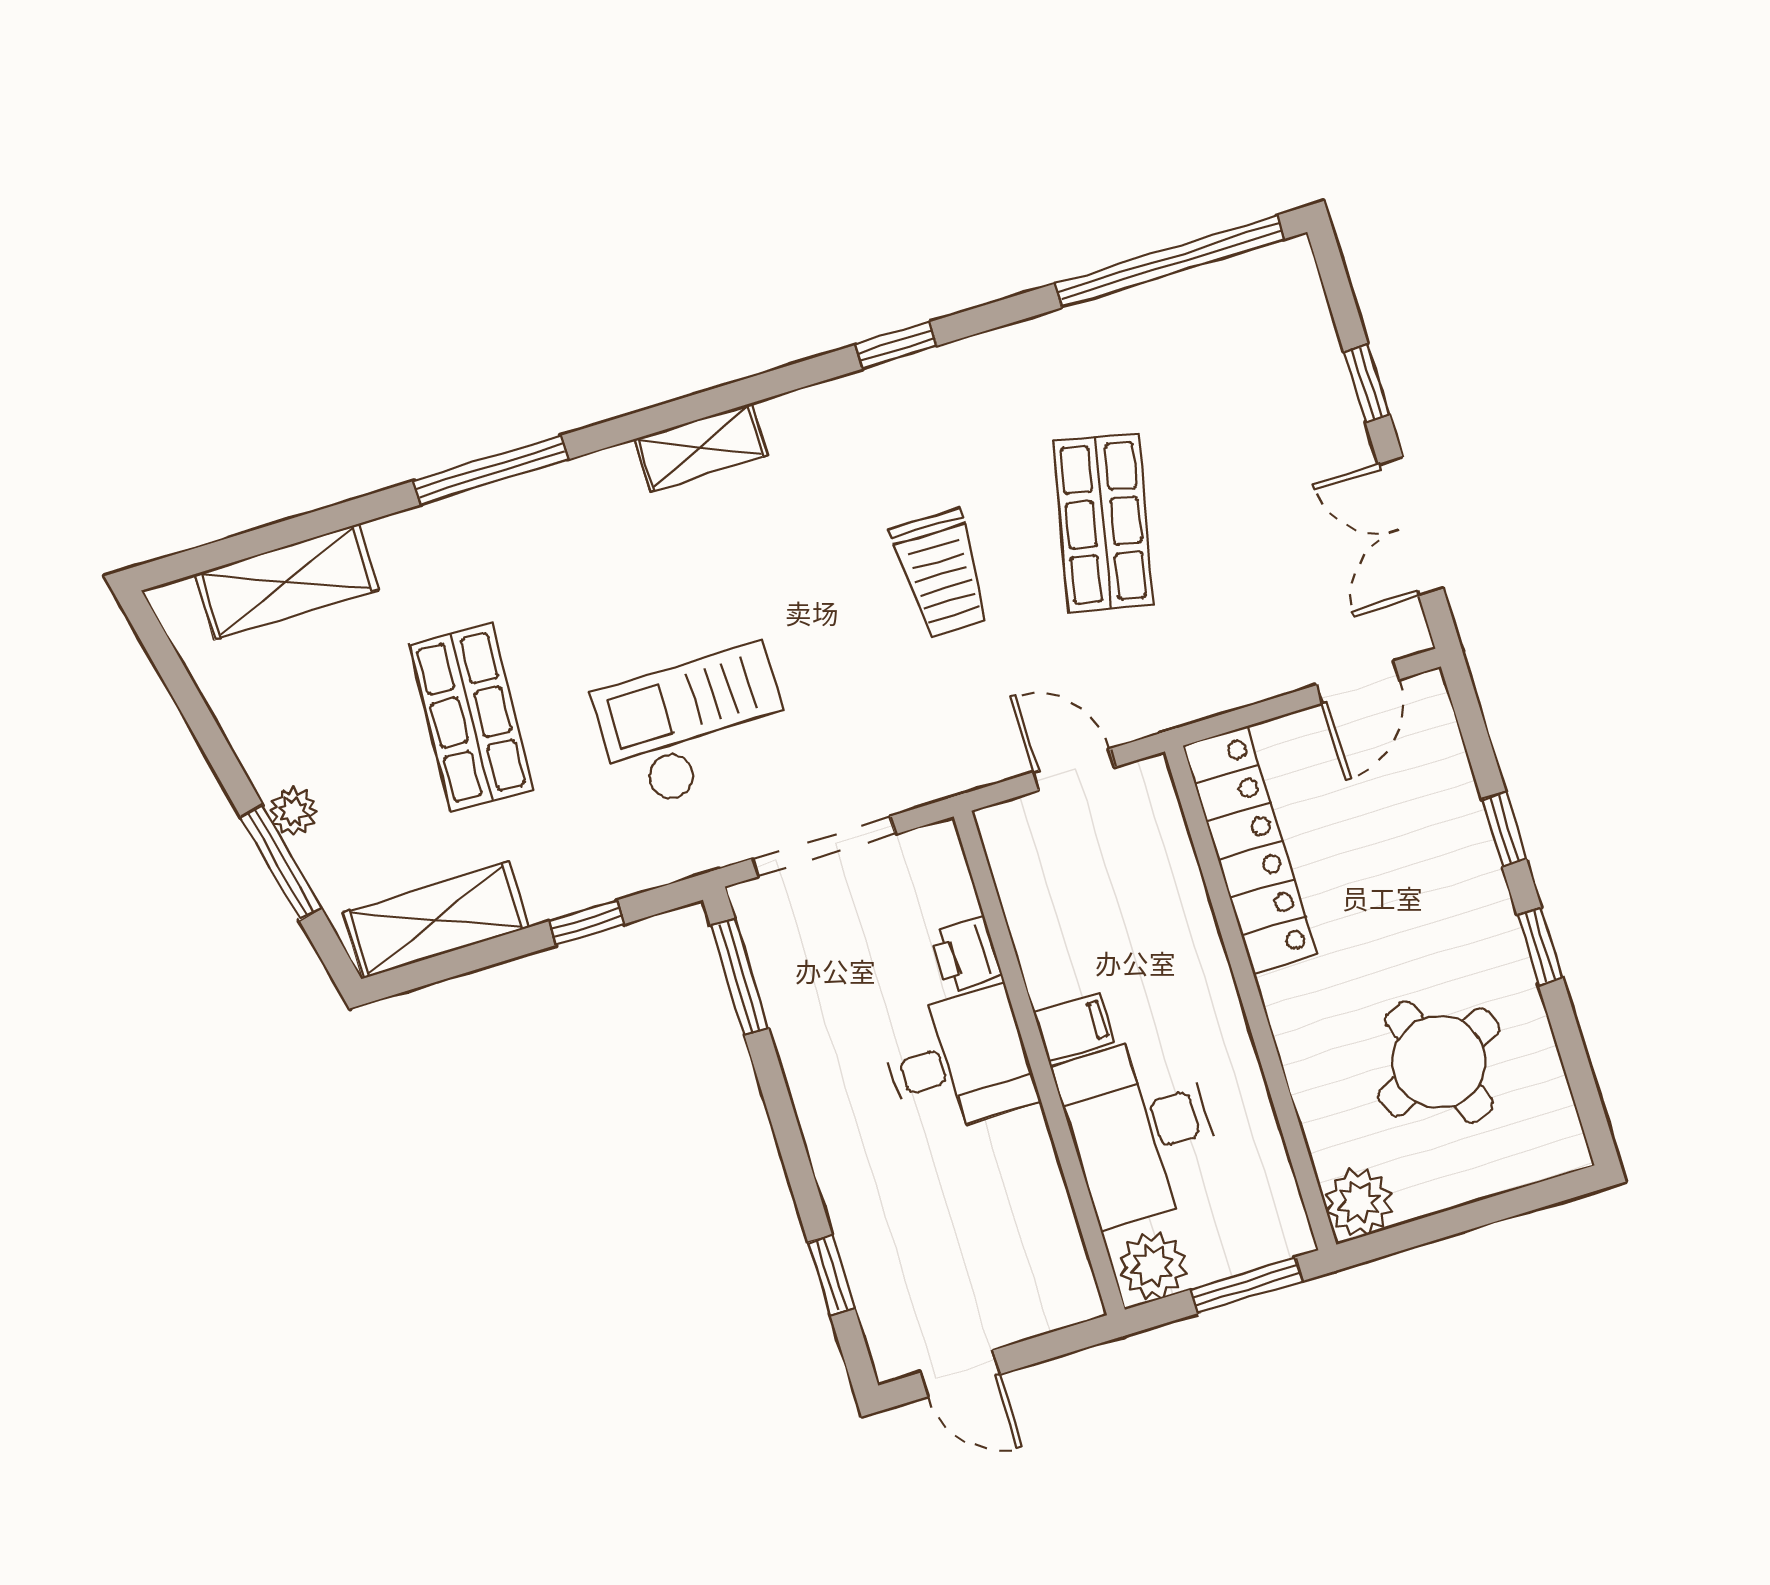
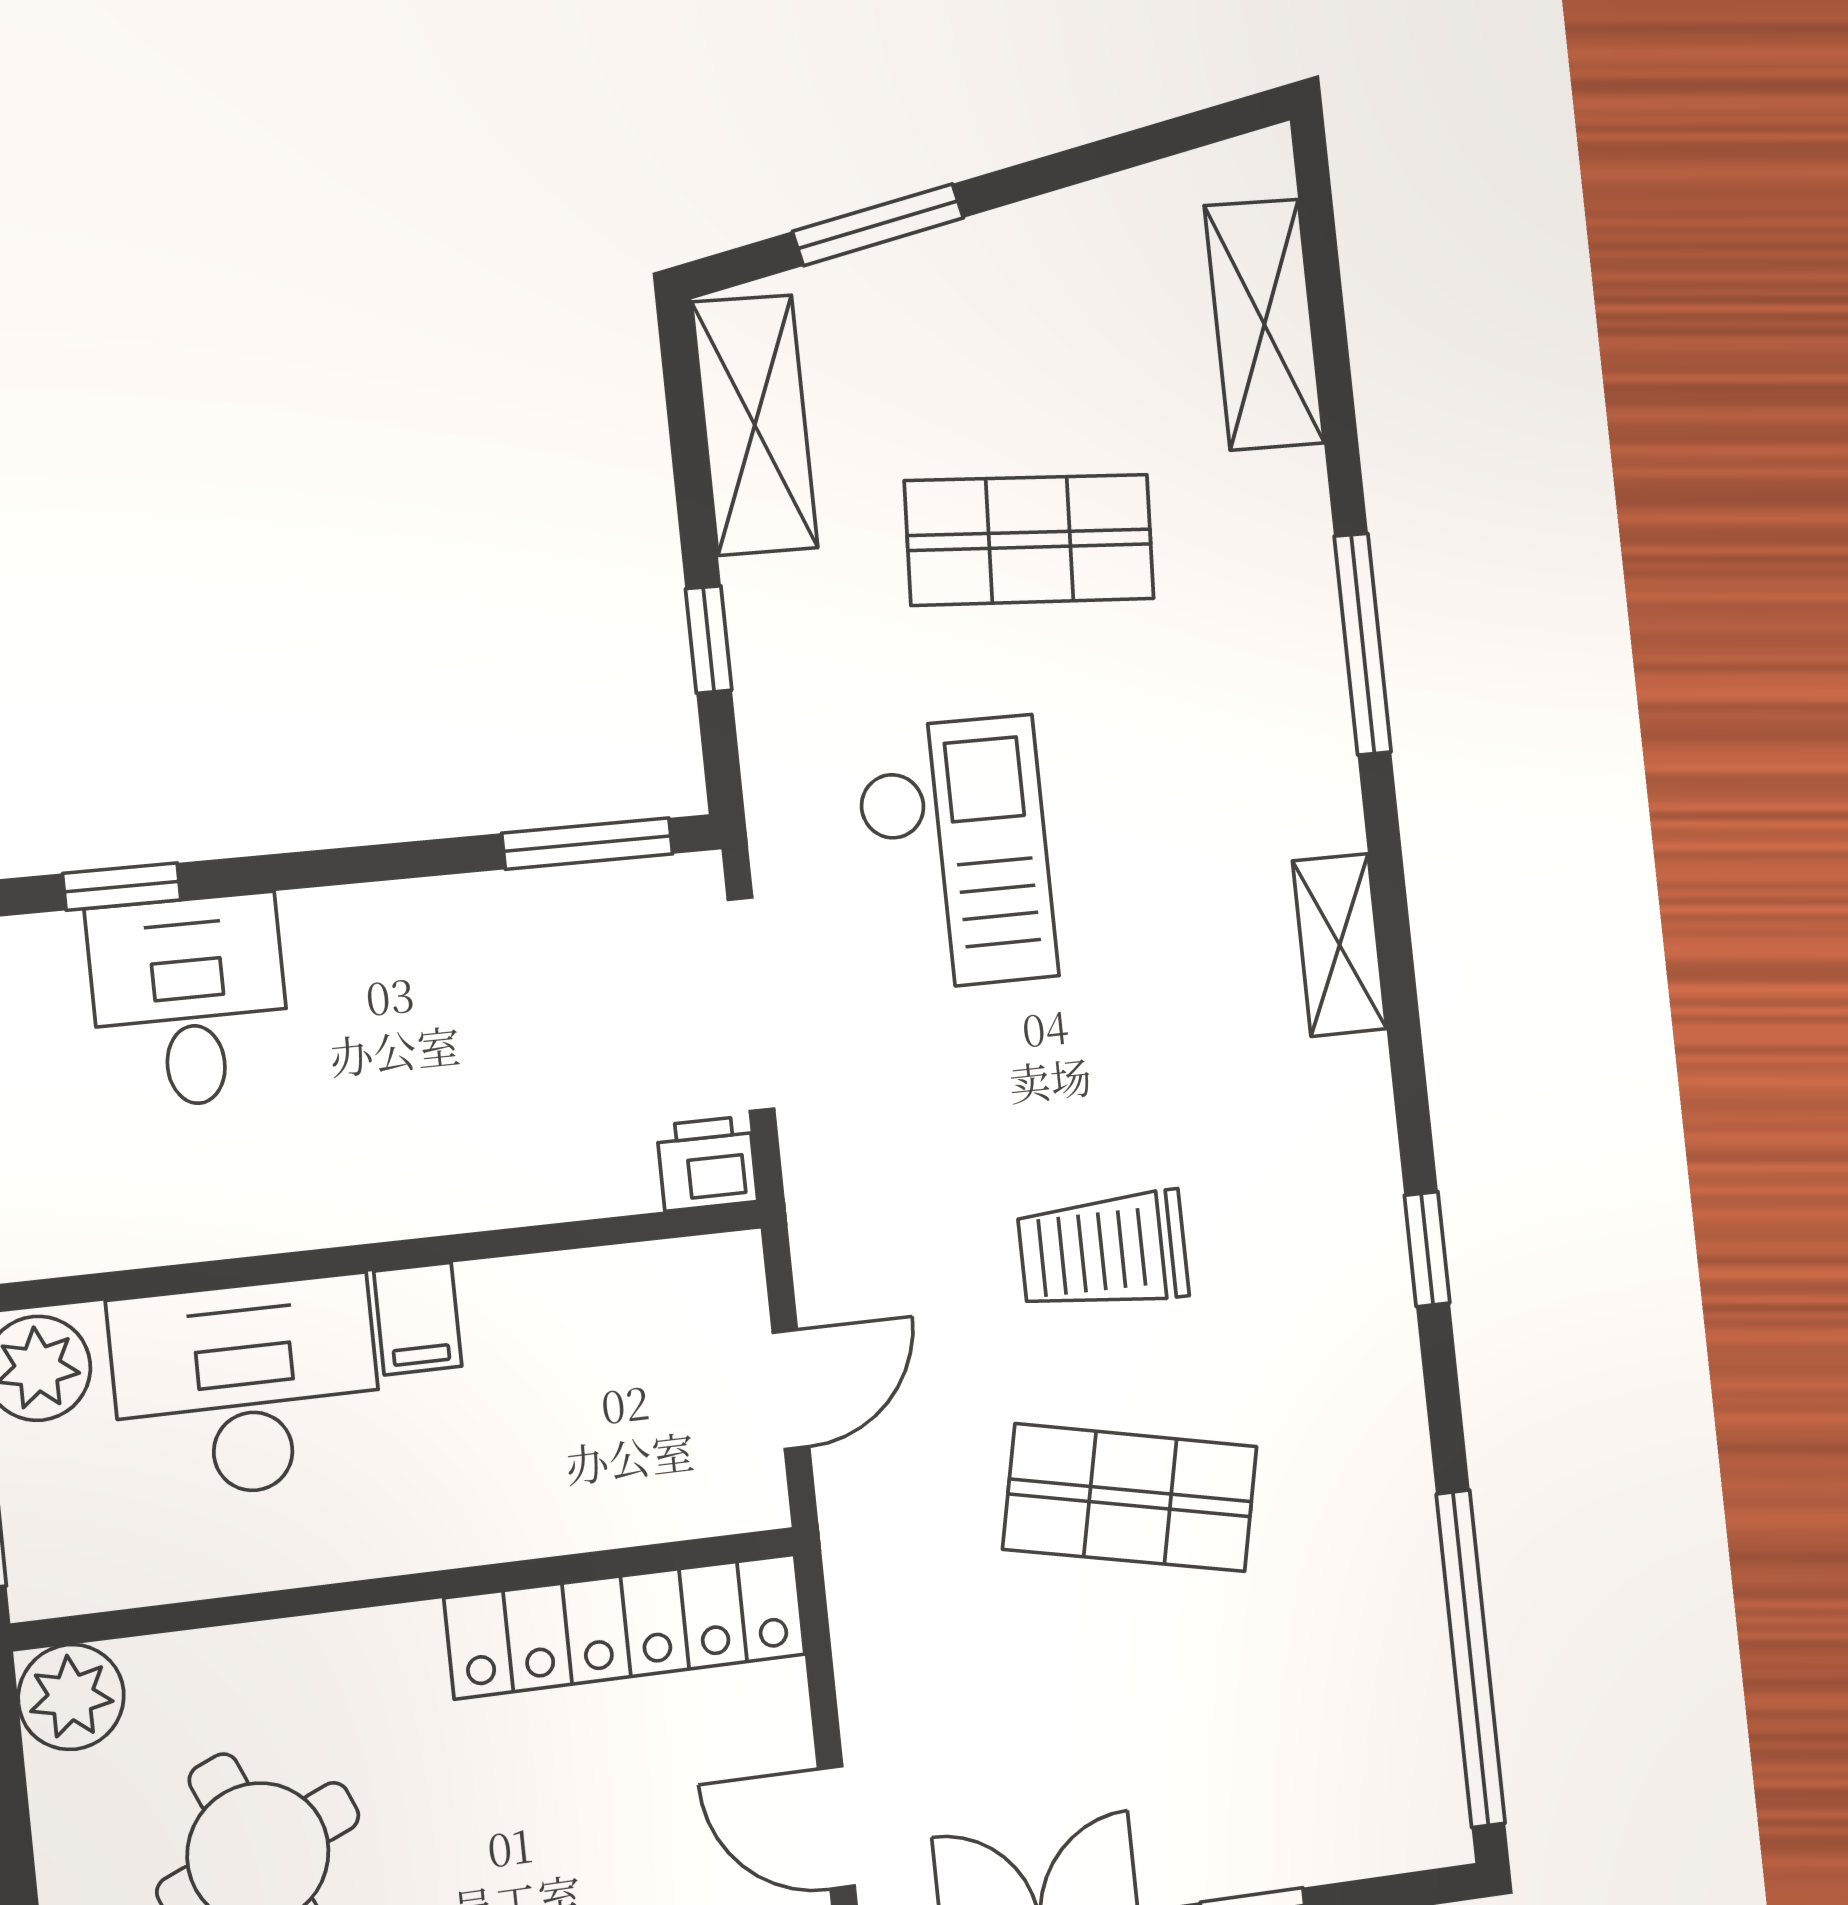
plant: (293, 812) -> (946, 259), removed
printer: (966, 955) -> (707, 1164), moved
desk: (958, 1061) -> (190, 1002), moved, turned 180

